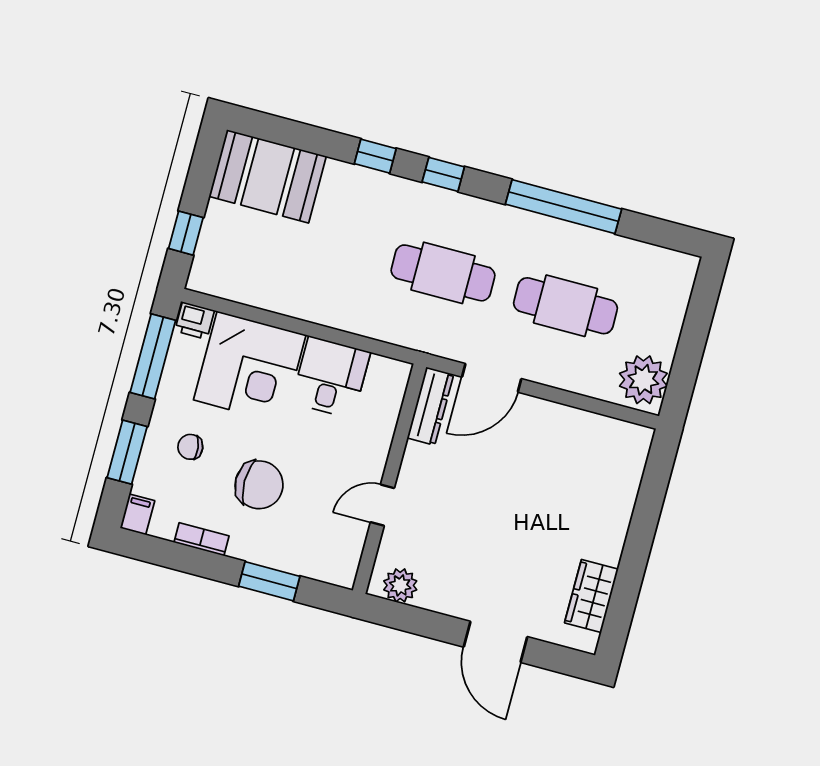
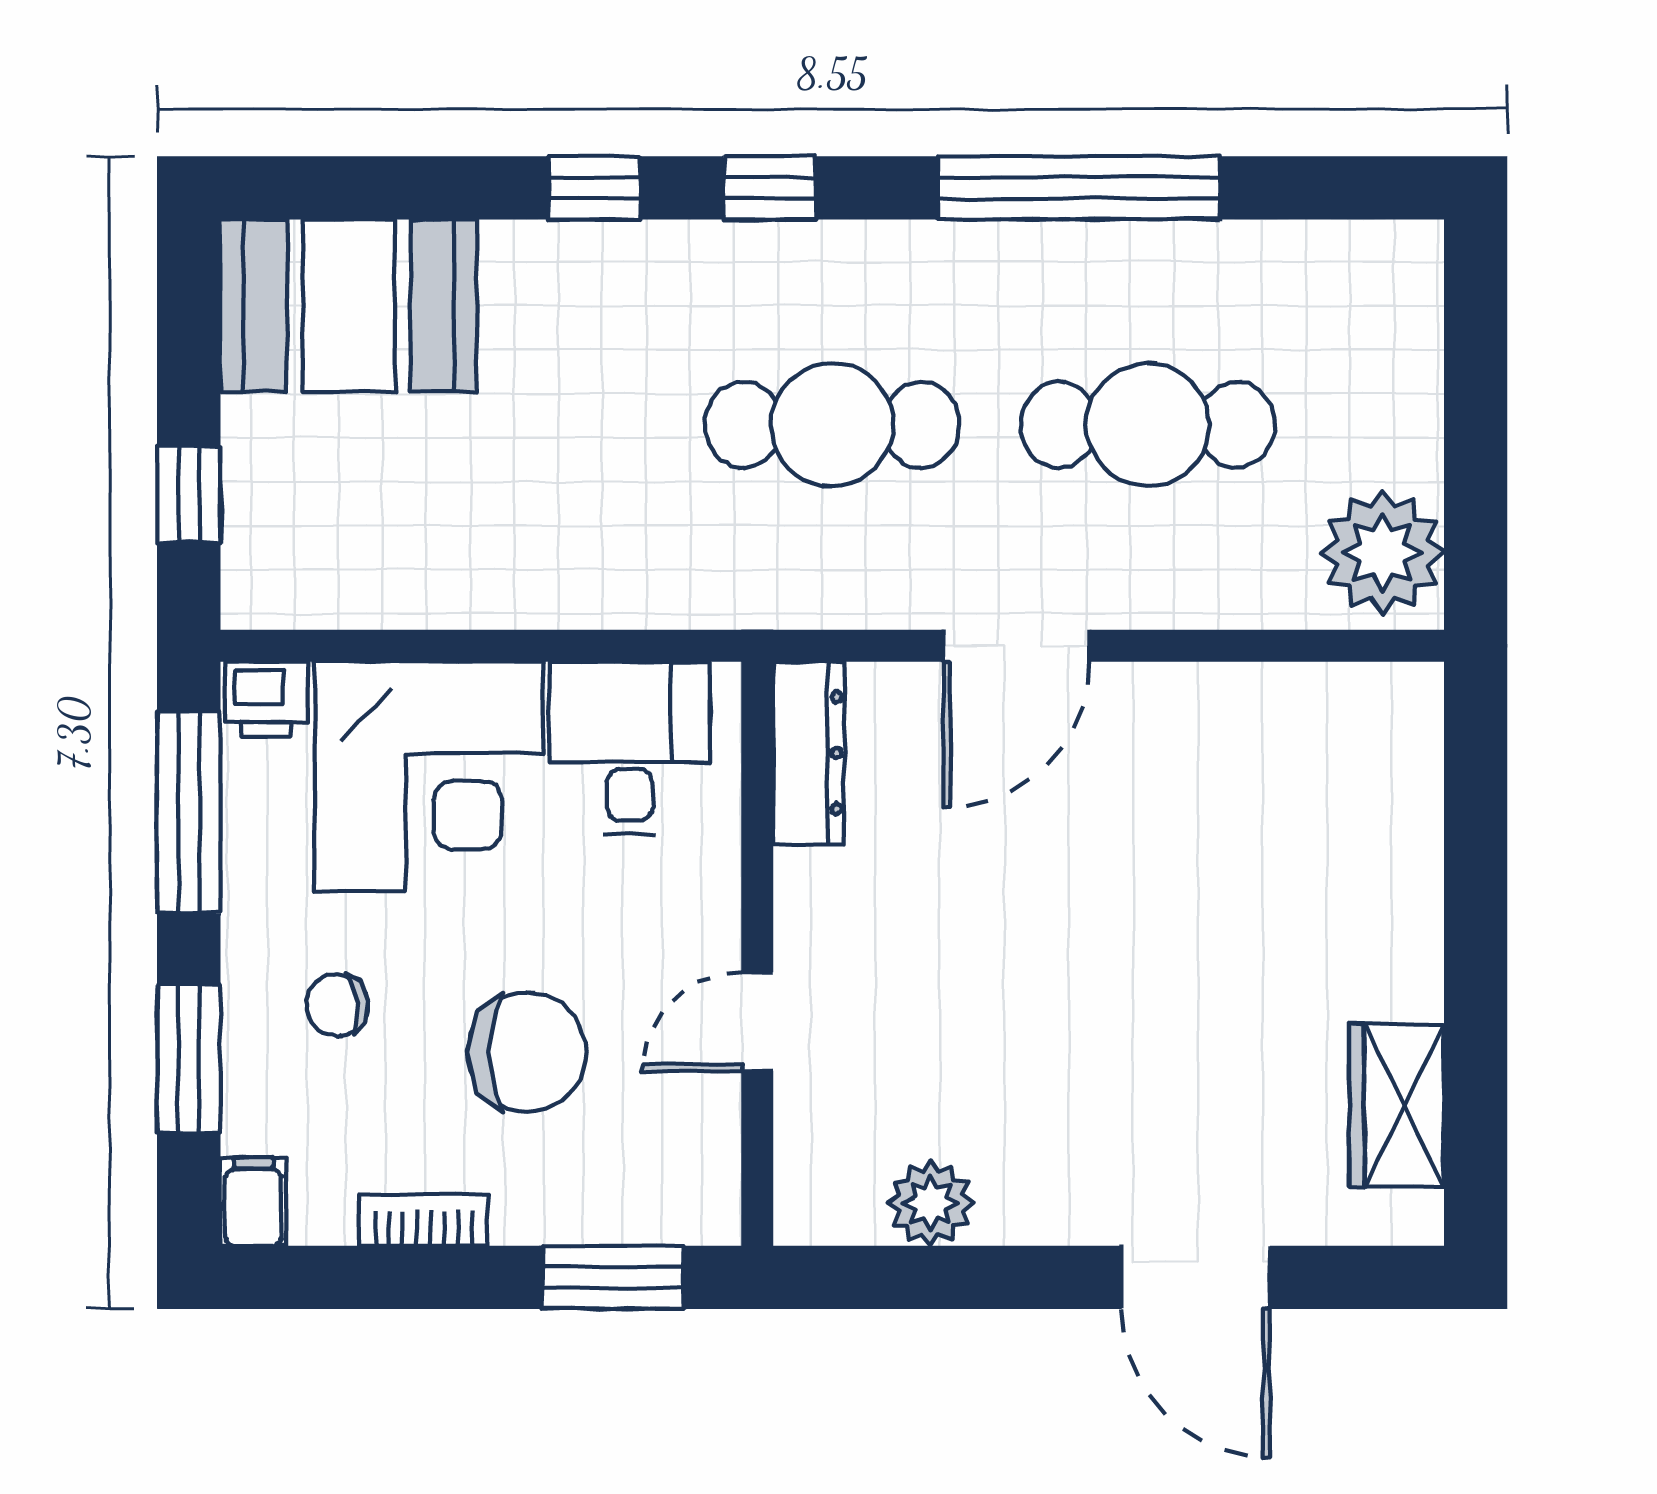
dresser: (430, 406) -> (809, 753), moved
wall: (389, 479) -> (757, 954), moved
door: (382, 505) -> (757, 1022), moved

